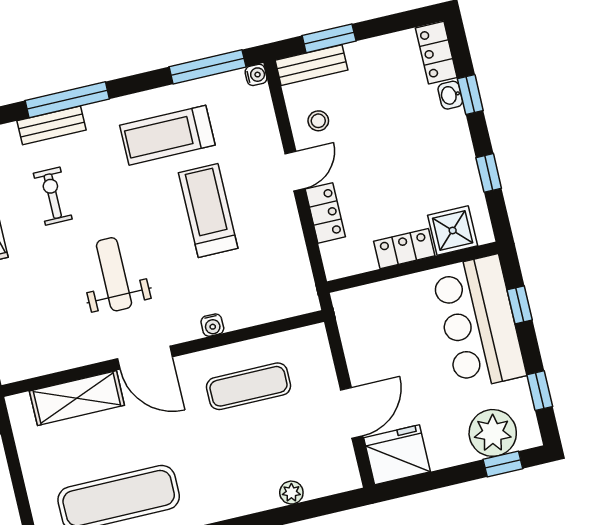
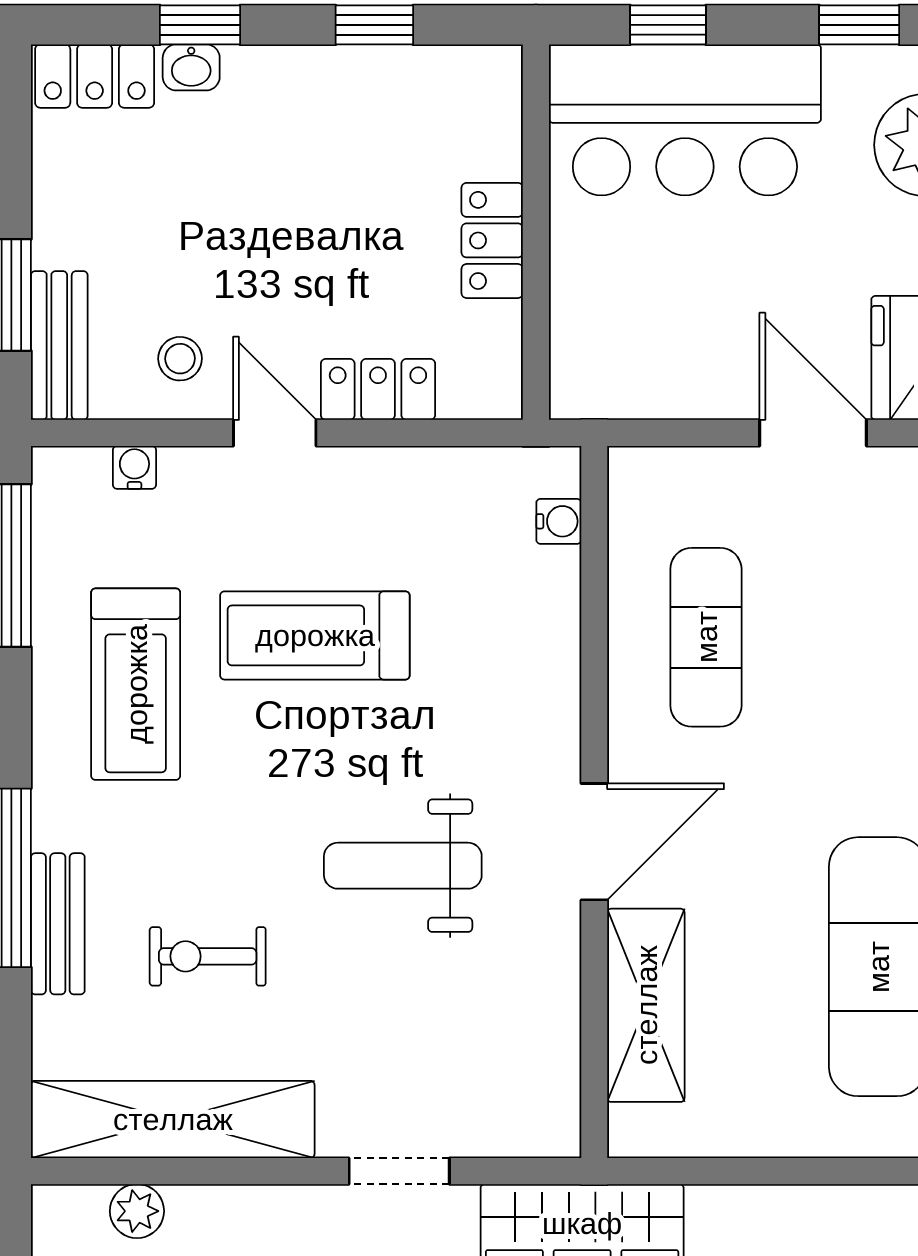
water cooler: (256, 75) -> (134, 467), moved
shower: (453, 230) -> (478, 129), removed
water cooler: (212, 325) -> (559, 521), moved

